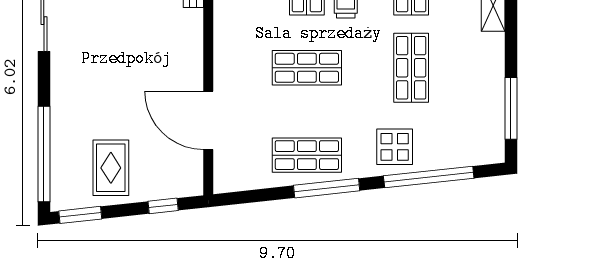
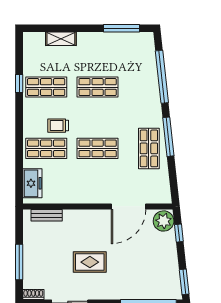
shop shelf: (307, 68) -> (98, 148), turned 90
display table: (395, 147) -> (144, 97), removed
rug: (111, 168) -> (90, 262), moved
plant: (184, 180) -> (164, 221), added

